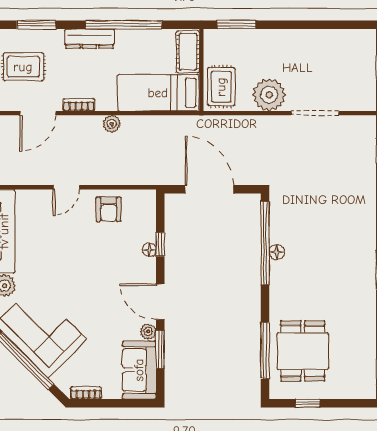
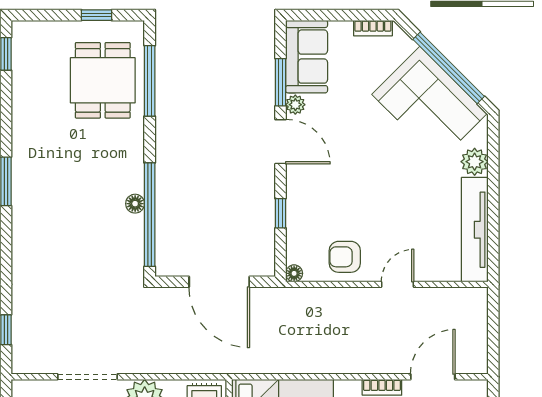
plant: (112, 124) -> (341, 363), removed
armchair: (109, 209) -> (345, 257), turned -90
floor lamp: (149, 250) -> (294, 273), moved

